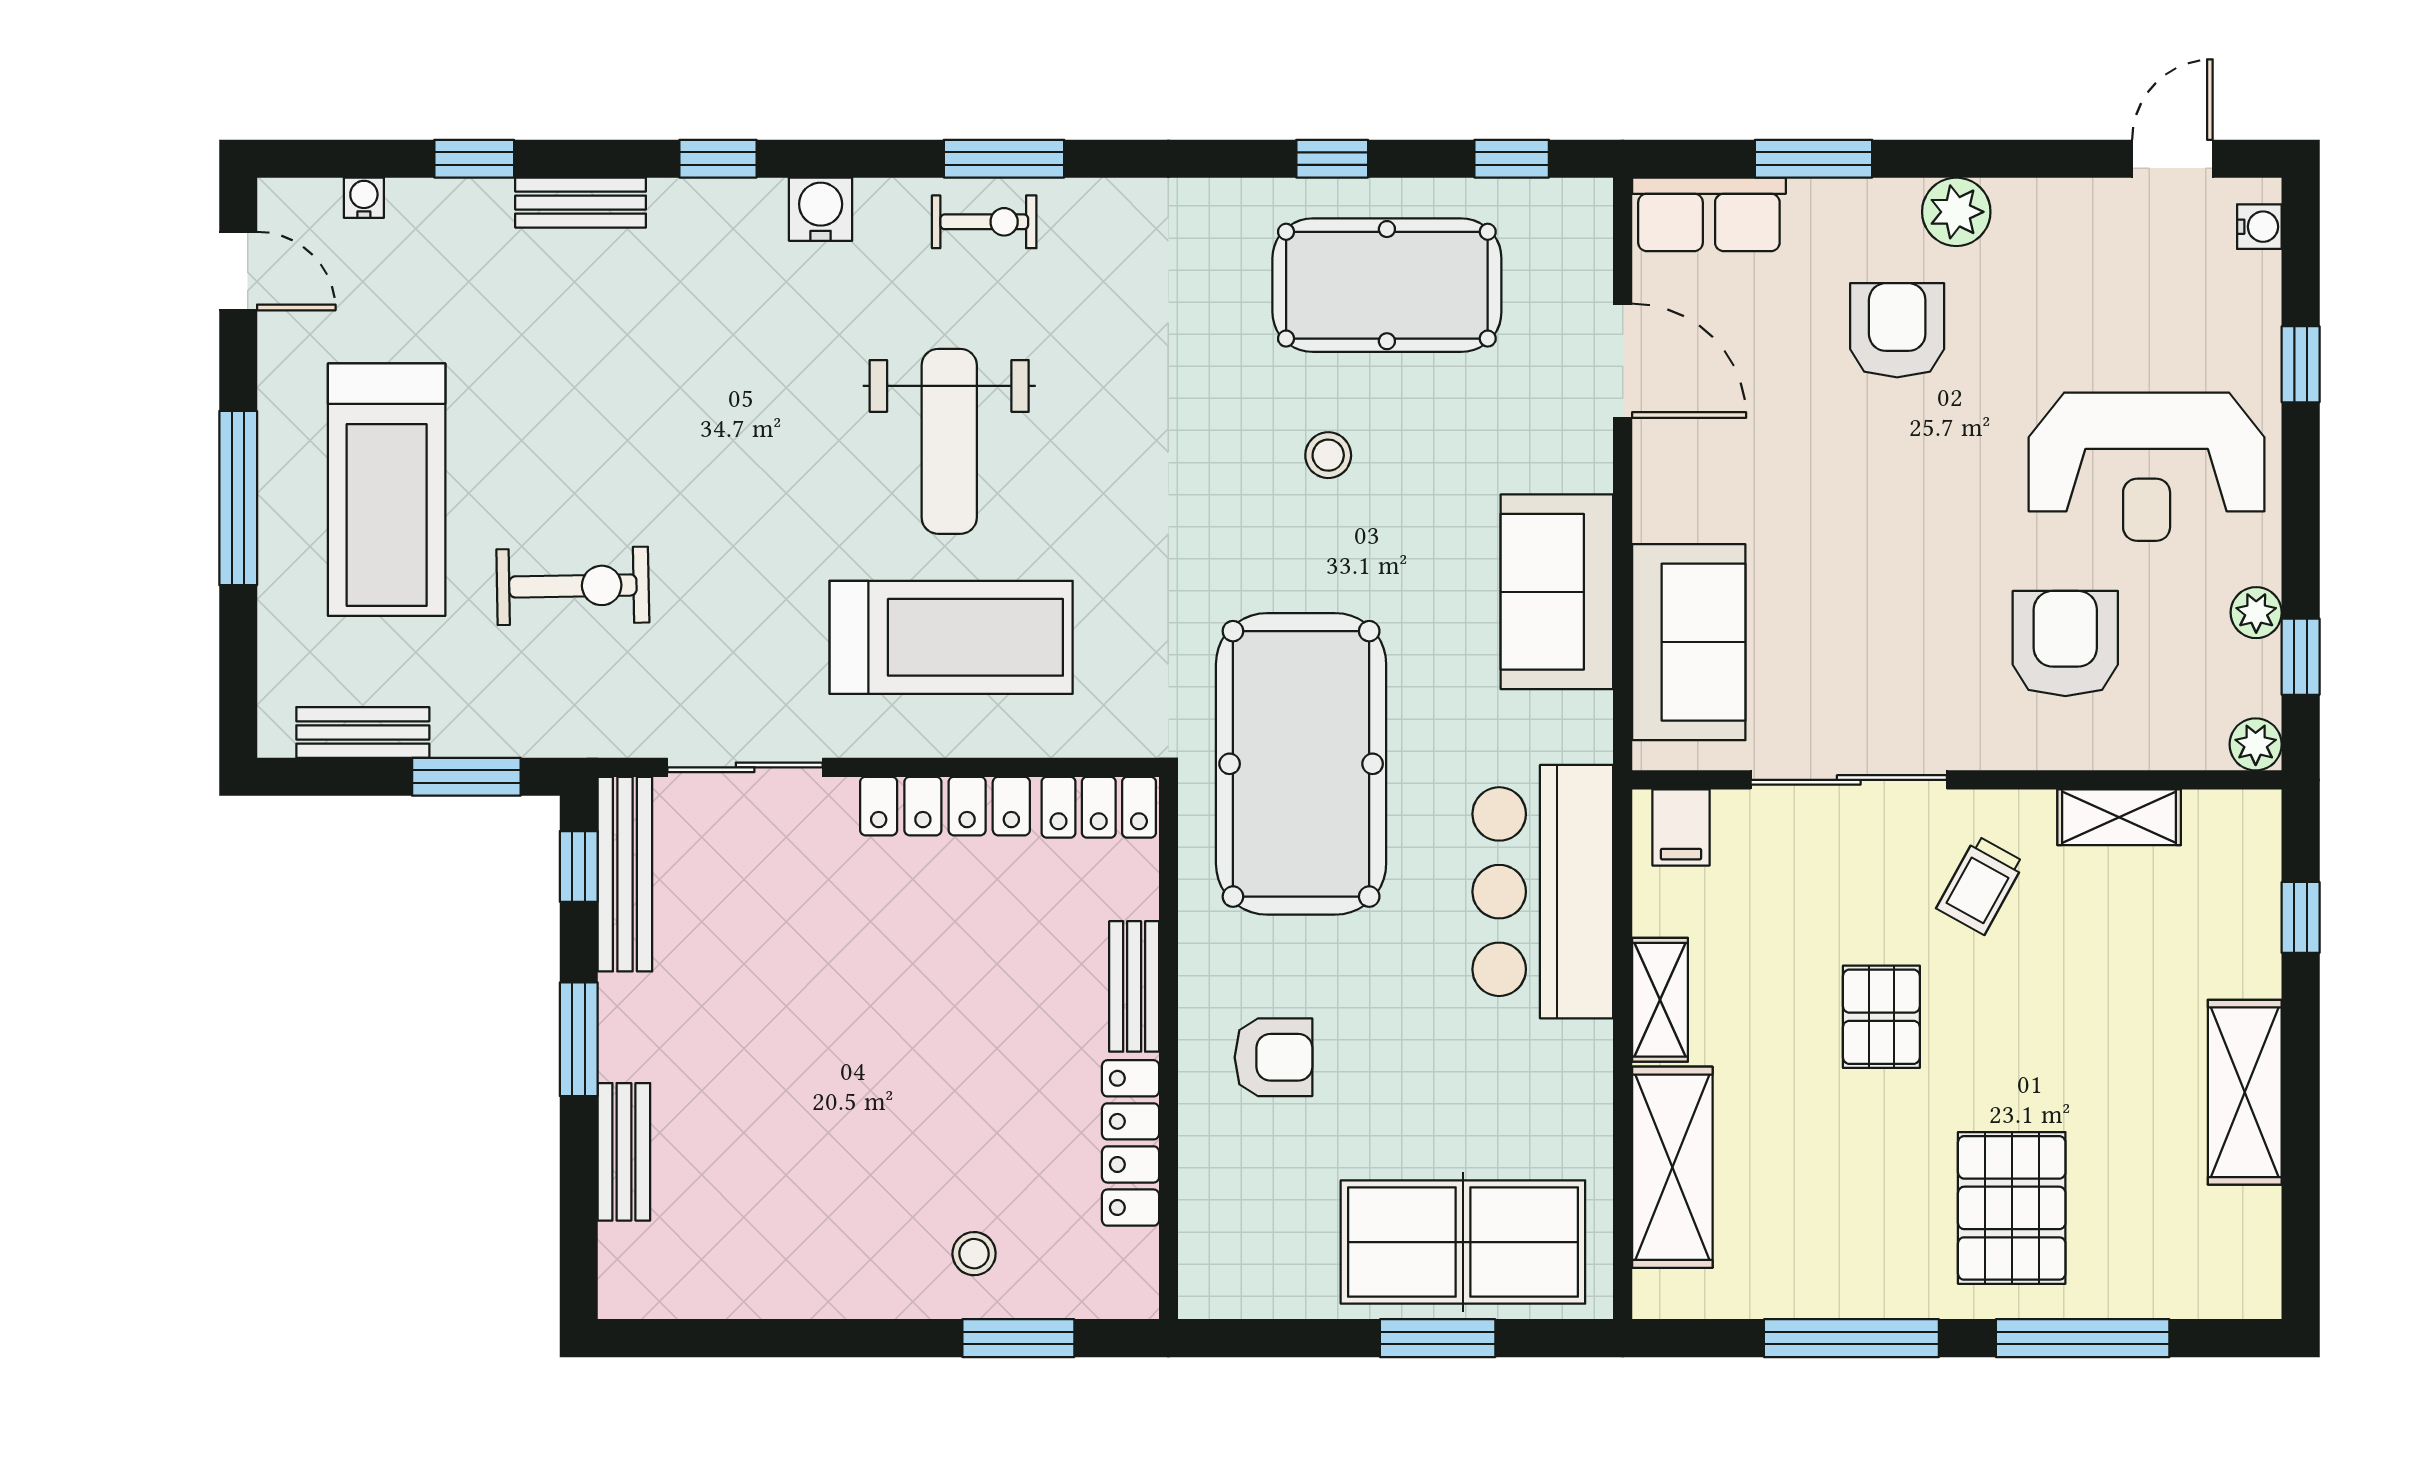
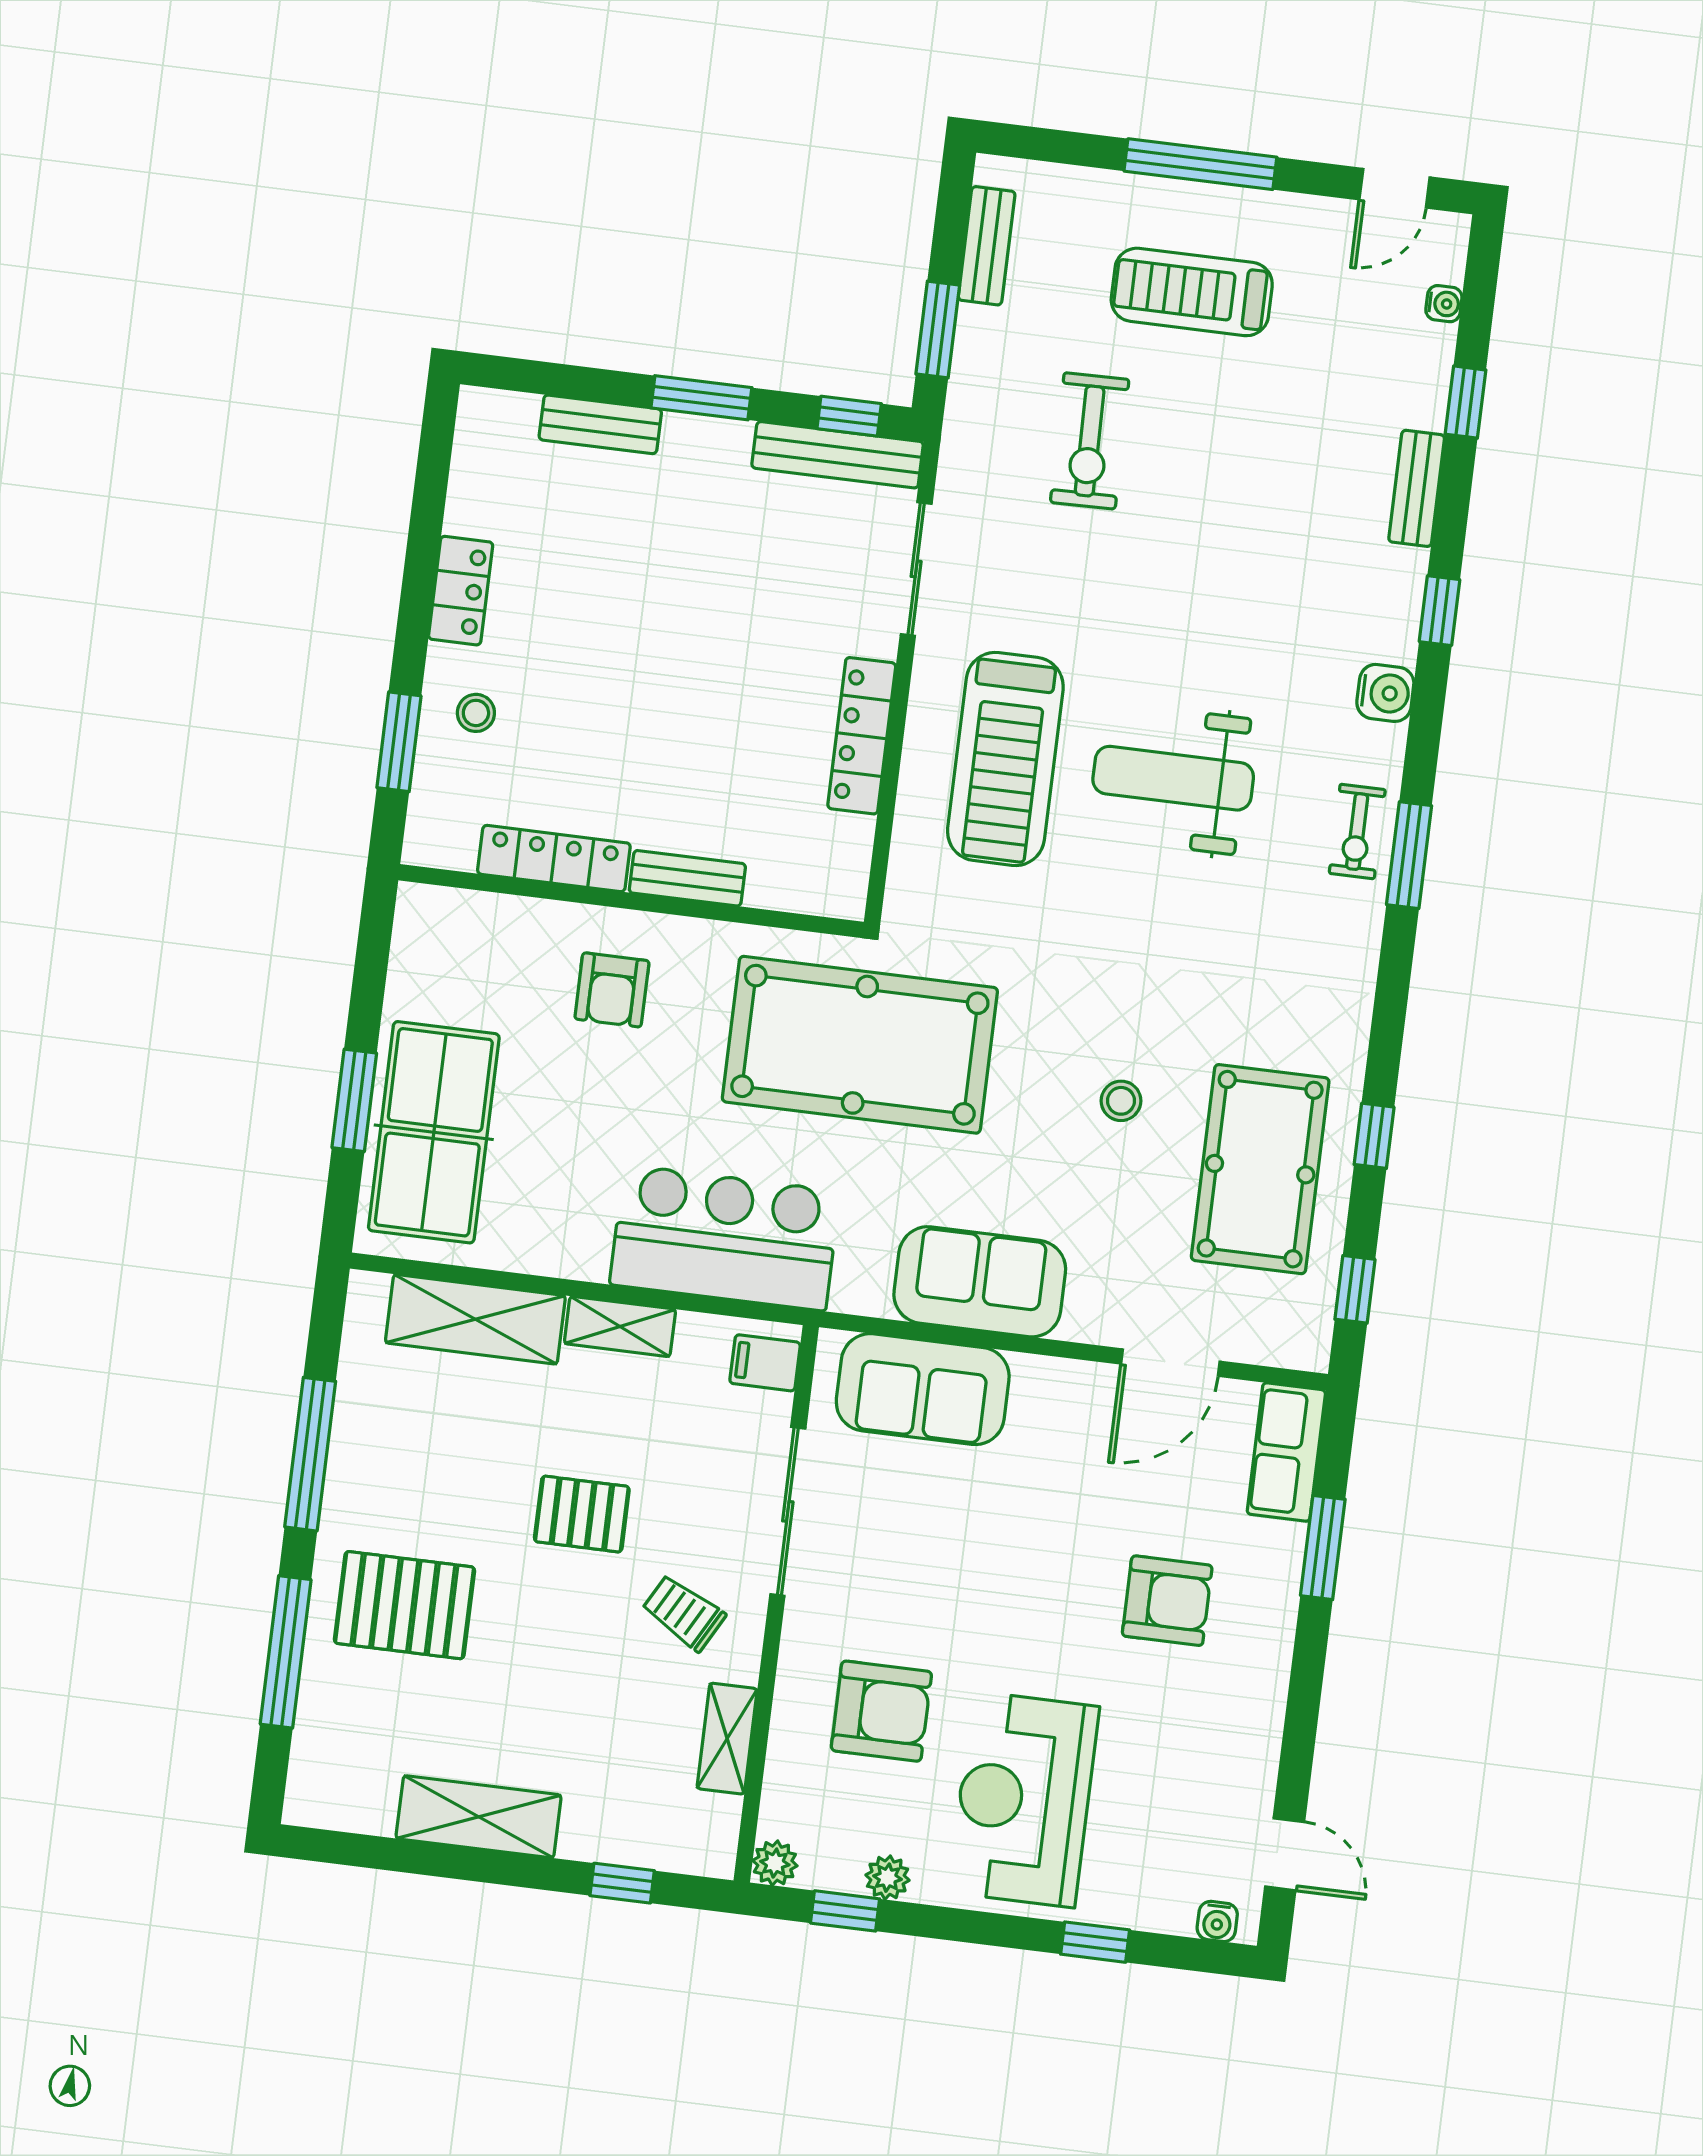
plant: (1956, 212) -> (1262, 1664), removed
treadmill: (387, 490) -> (1192, 292), width x0.73, depth x0.73
locker: (1099, 807) -> (461, 591), moved, turned 180

